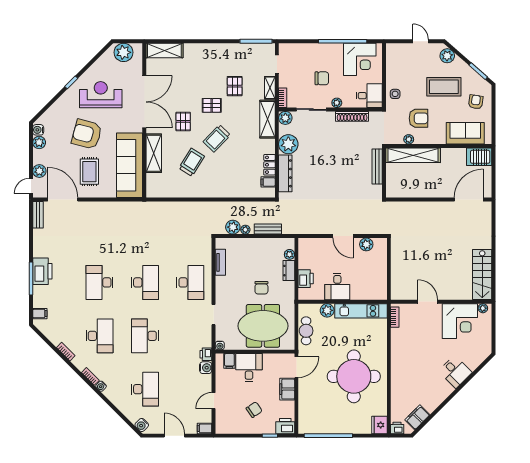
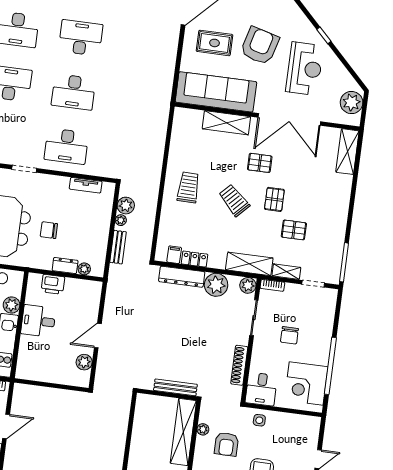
plant: (337, 103) -> (258, 349), removed
trolley: (192, 162) -> (188, 187), moved, turned -121

